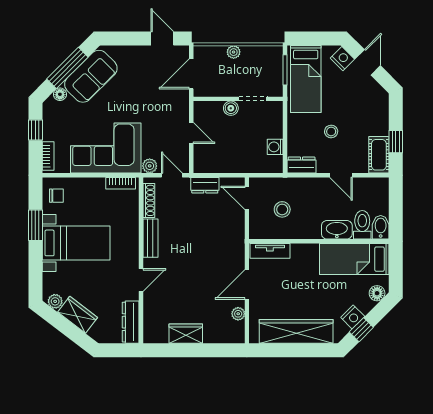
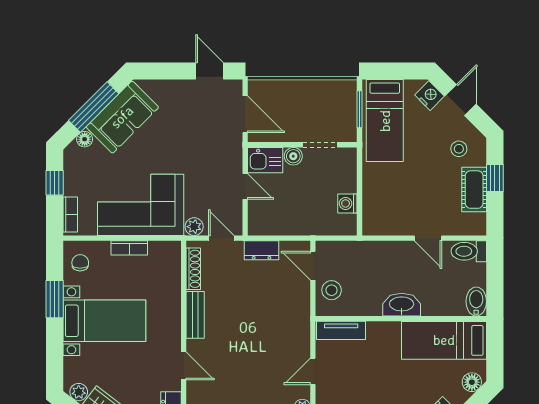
plant: (234, 52) -> (297, 88), removed
door: (191, 74) -> (245, 114), swing flipped
kitchen sink: (208, 111) -> (265, 160), added
stool: (331, 131) -> (459, 149), moved
window: (396, 142) -> (495, 178), moved
cot: (379, 155) -> (474, 190), moved
dresser: (302, 165) -> (380, 226), removed
bookcase: (121, 183) -> (129, 248), moved
chair: (56, 196) -> (80, 263), turned -90
stool: (282, 209) -> (332, 290), moved
toilet: (362, 225) -> (469, 251), moved, turned -90
washbasin: (337, 230) -> (402, 305), moved
door: (141, 280) -> (184, 366), hinge flipped
door: (247, 284) -> (313, 371), width x0.73

